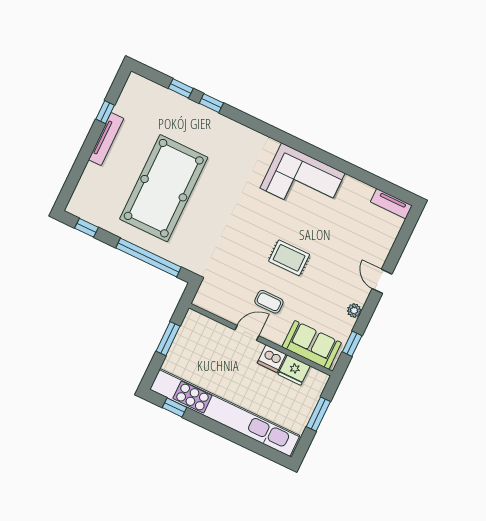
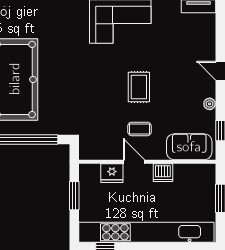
rug: (289, 258) -> (139, 87), turned 90
door: (247, 333) -> (134, 162), hinge flipped
fridge: (294, 370) -> (112, 173), moved

